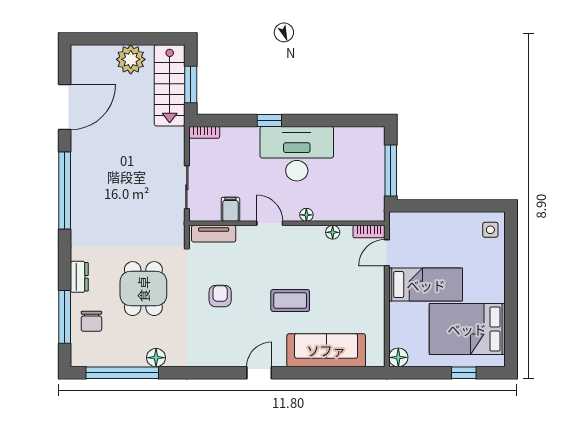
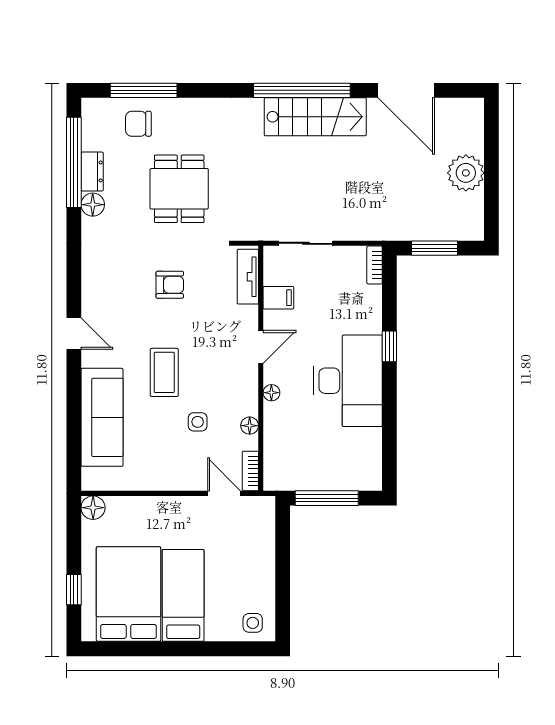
stairs: (170, 85) -> (315, 117), moved, turned 180
side table: (330, 274) -> (198, 422), added
dresser: (79, 277) -> (92, 171), moved, turned -90
bed: (426, 285) -> (183, 595), moved, turned 180
dining table: (143, 289) -> (179, 189), turned 90

